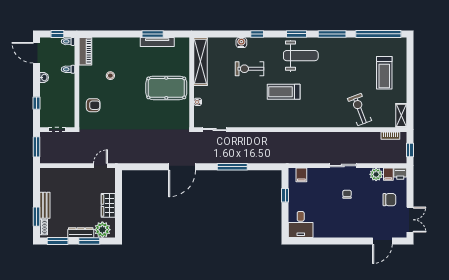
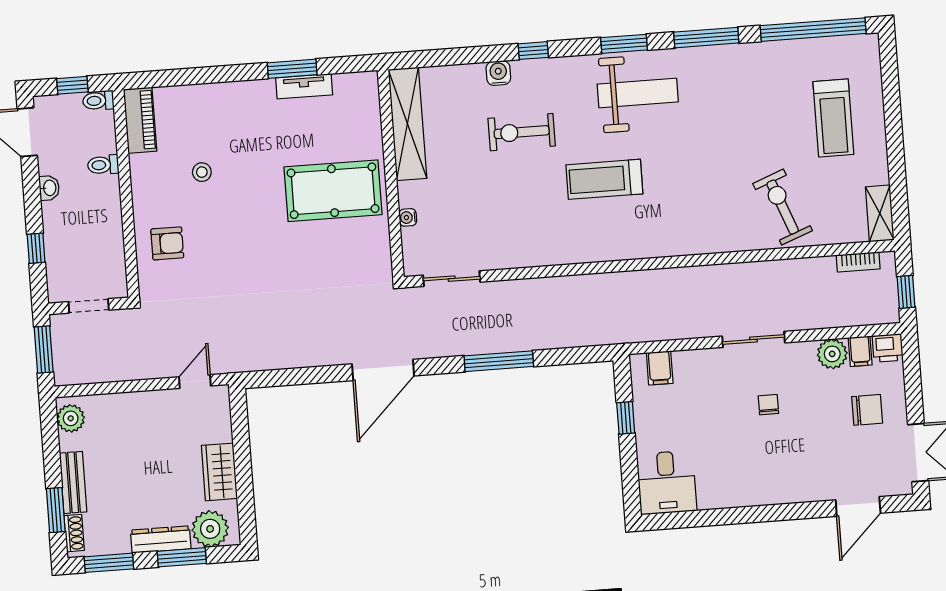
tv unit: (157, 42) -> (304, 86), width x0.71
plant: (46, 177) -> (71, 418), added

